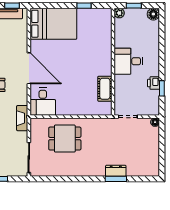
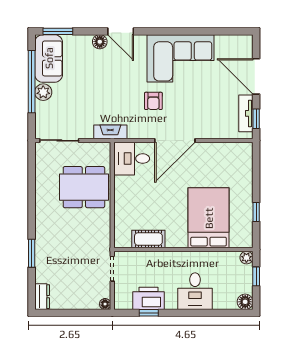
bed: (53, 24) -> (209, 218), moved, turned 180
desk: (128, 61) -> (195, 291), moved, turned 180
printer: (154, 83) -> (149, 298), width x1.87, depth x1.48
dining table: (65, 139) -> (84, 187), width x1.38
dresser: (116, 171) -> (42, 297), moved

